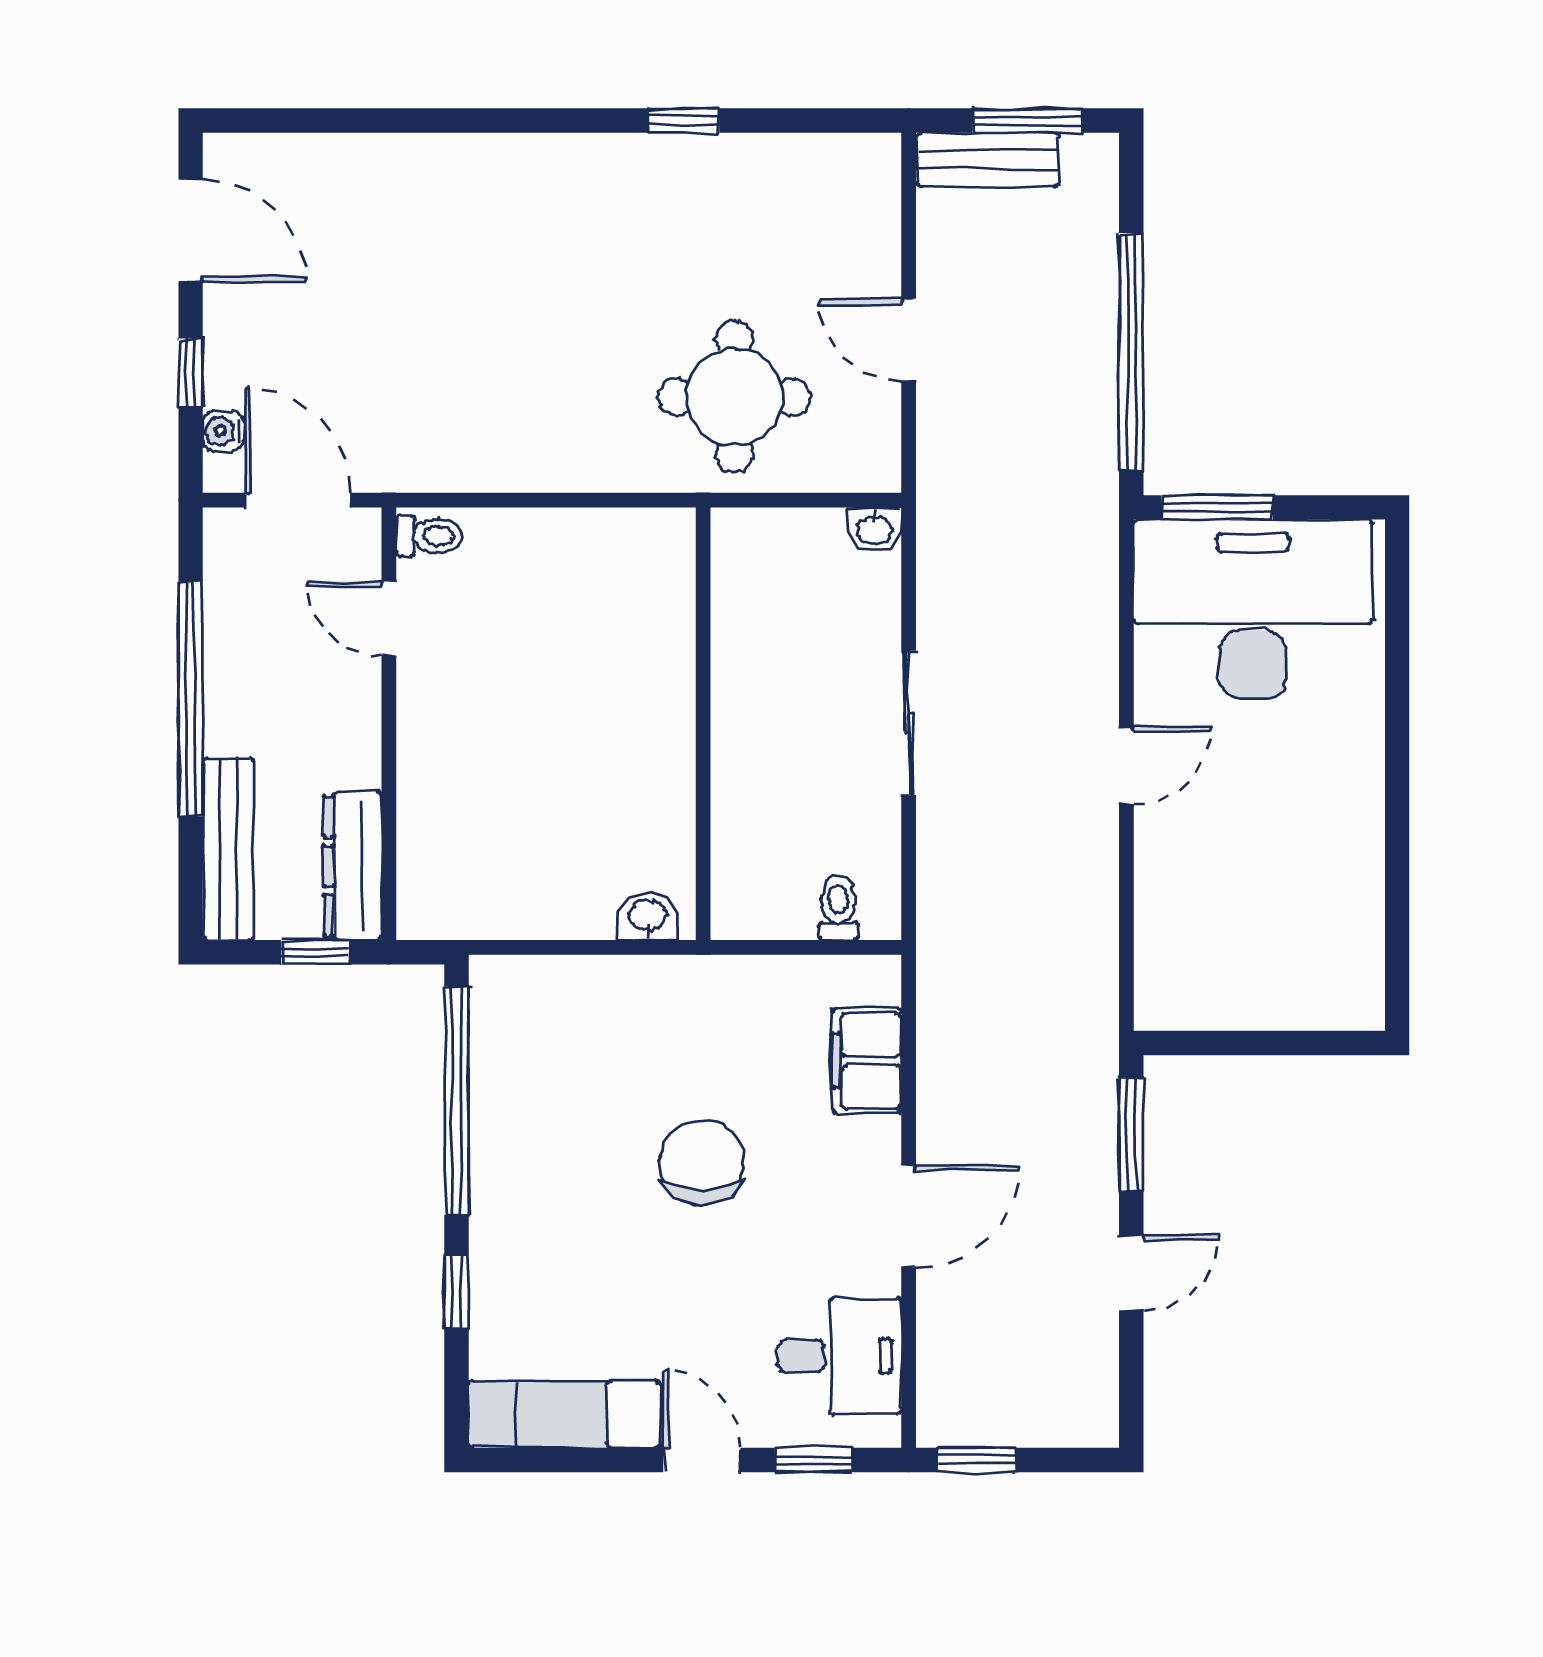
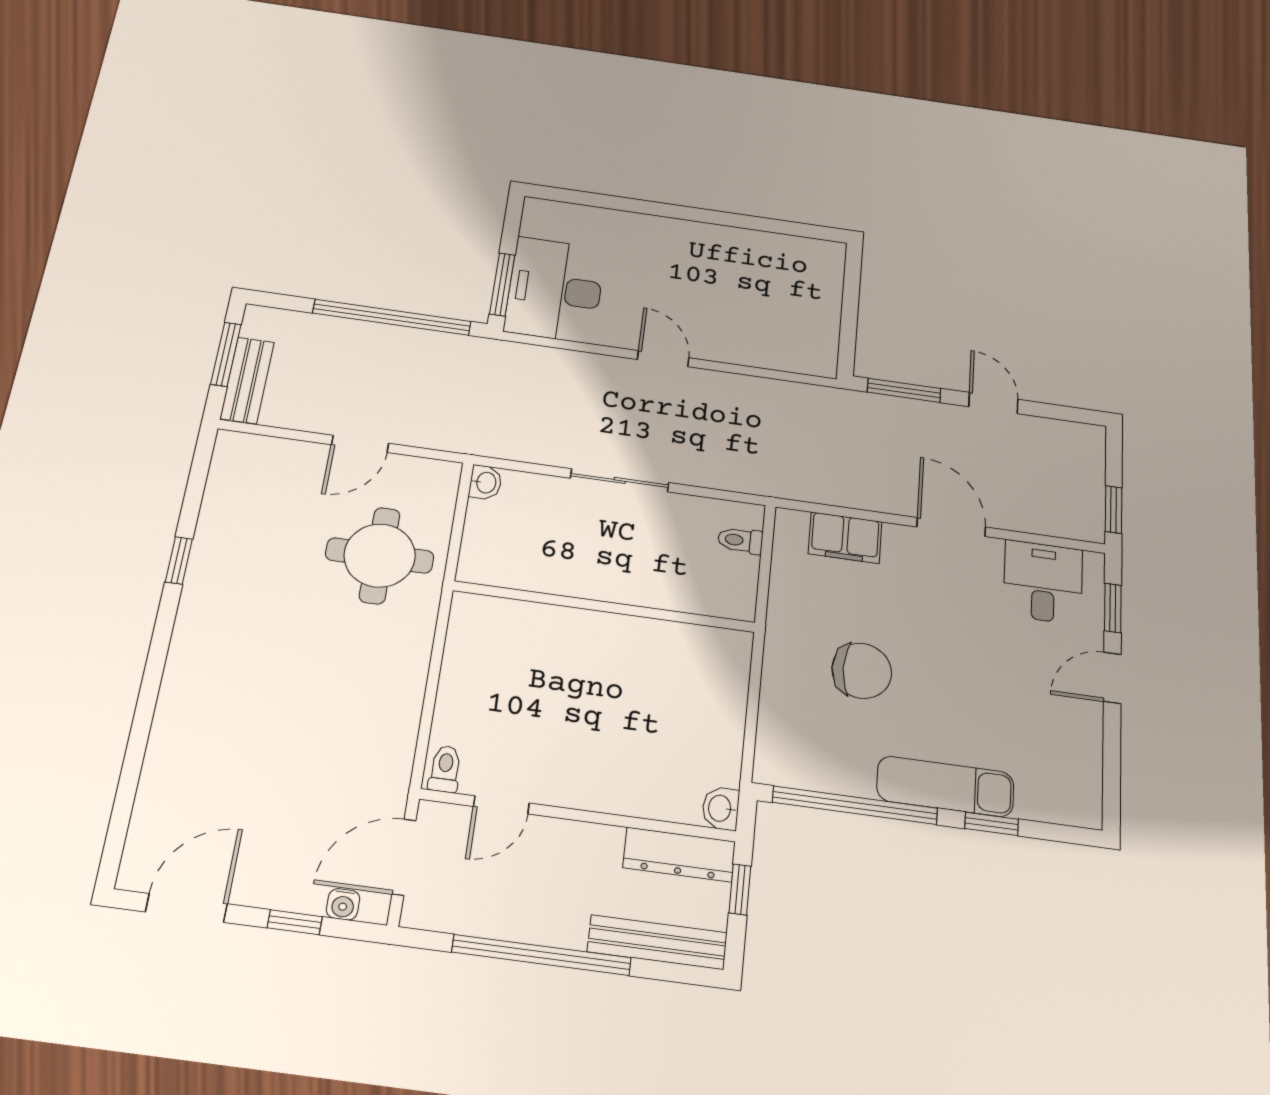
desk: (1253, 609) -> (555, 290), width x0.73, depth x0.77
washbasin: (648, 916) -> (721, 808), moved
chair: (702, 1162) -> (862, 671), moved, turned 180
exam couch: (564, 1414) -> (945, 786), moved, turned 90

